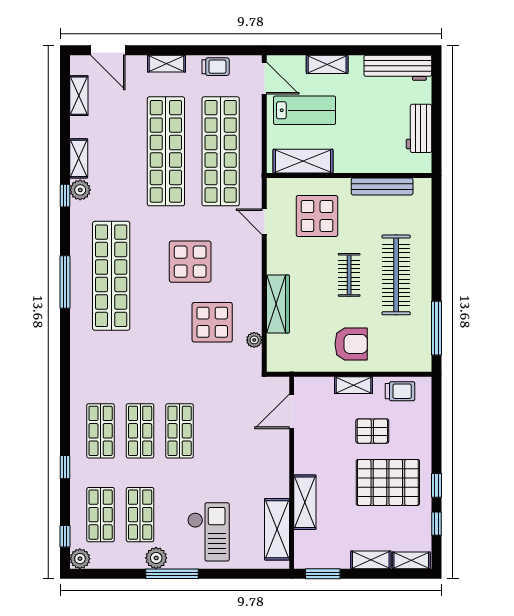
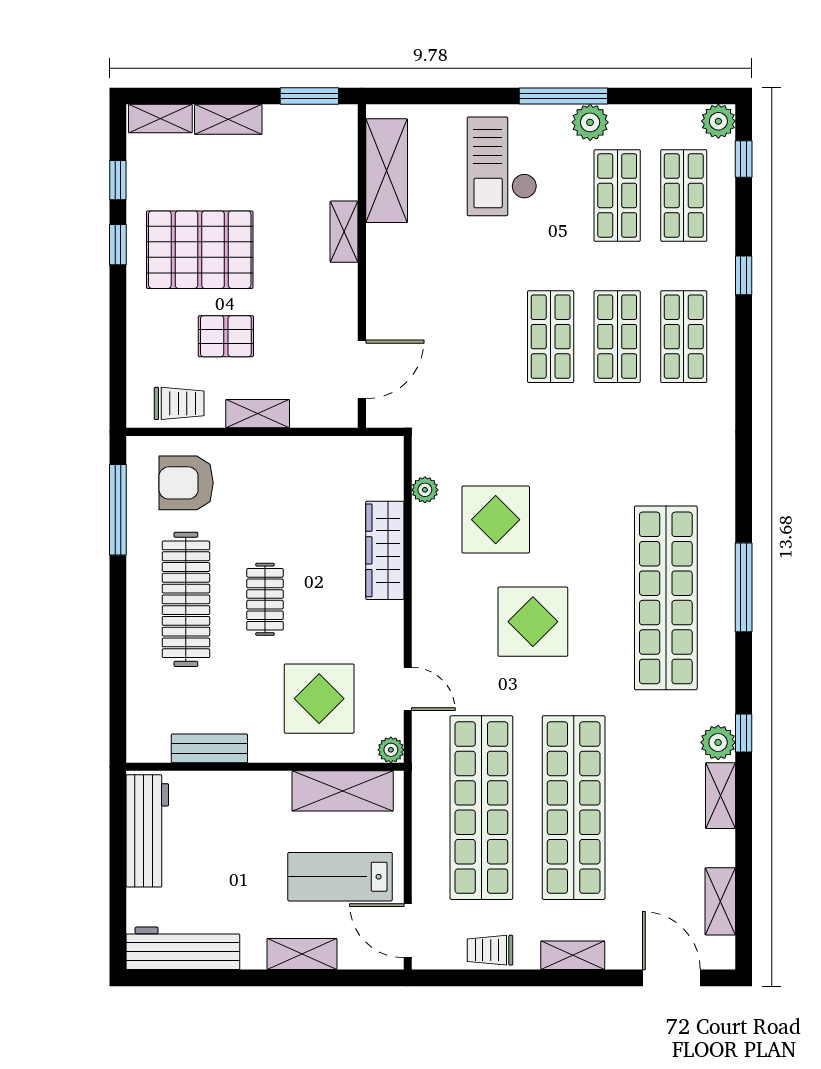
workbench: (419, 128) -> (147, 831), width x1.38
plant: (274, 186) -> (391, 750), added
bench: (382, 186) -> (209, 748), width x0.73
armchair: (351, 344) -> (186, 483), moved
trolley: (400, 391) -> (179, 403), turned 180
shelving: (305, 502) -> (344, 232), width x0.67, depth x0.75

